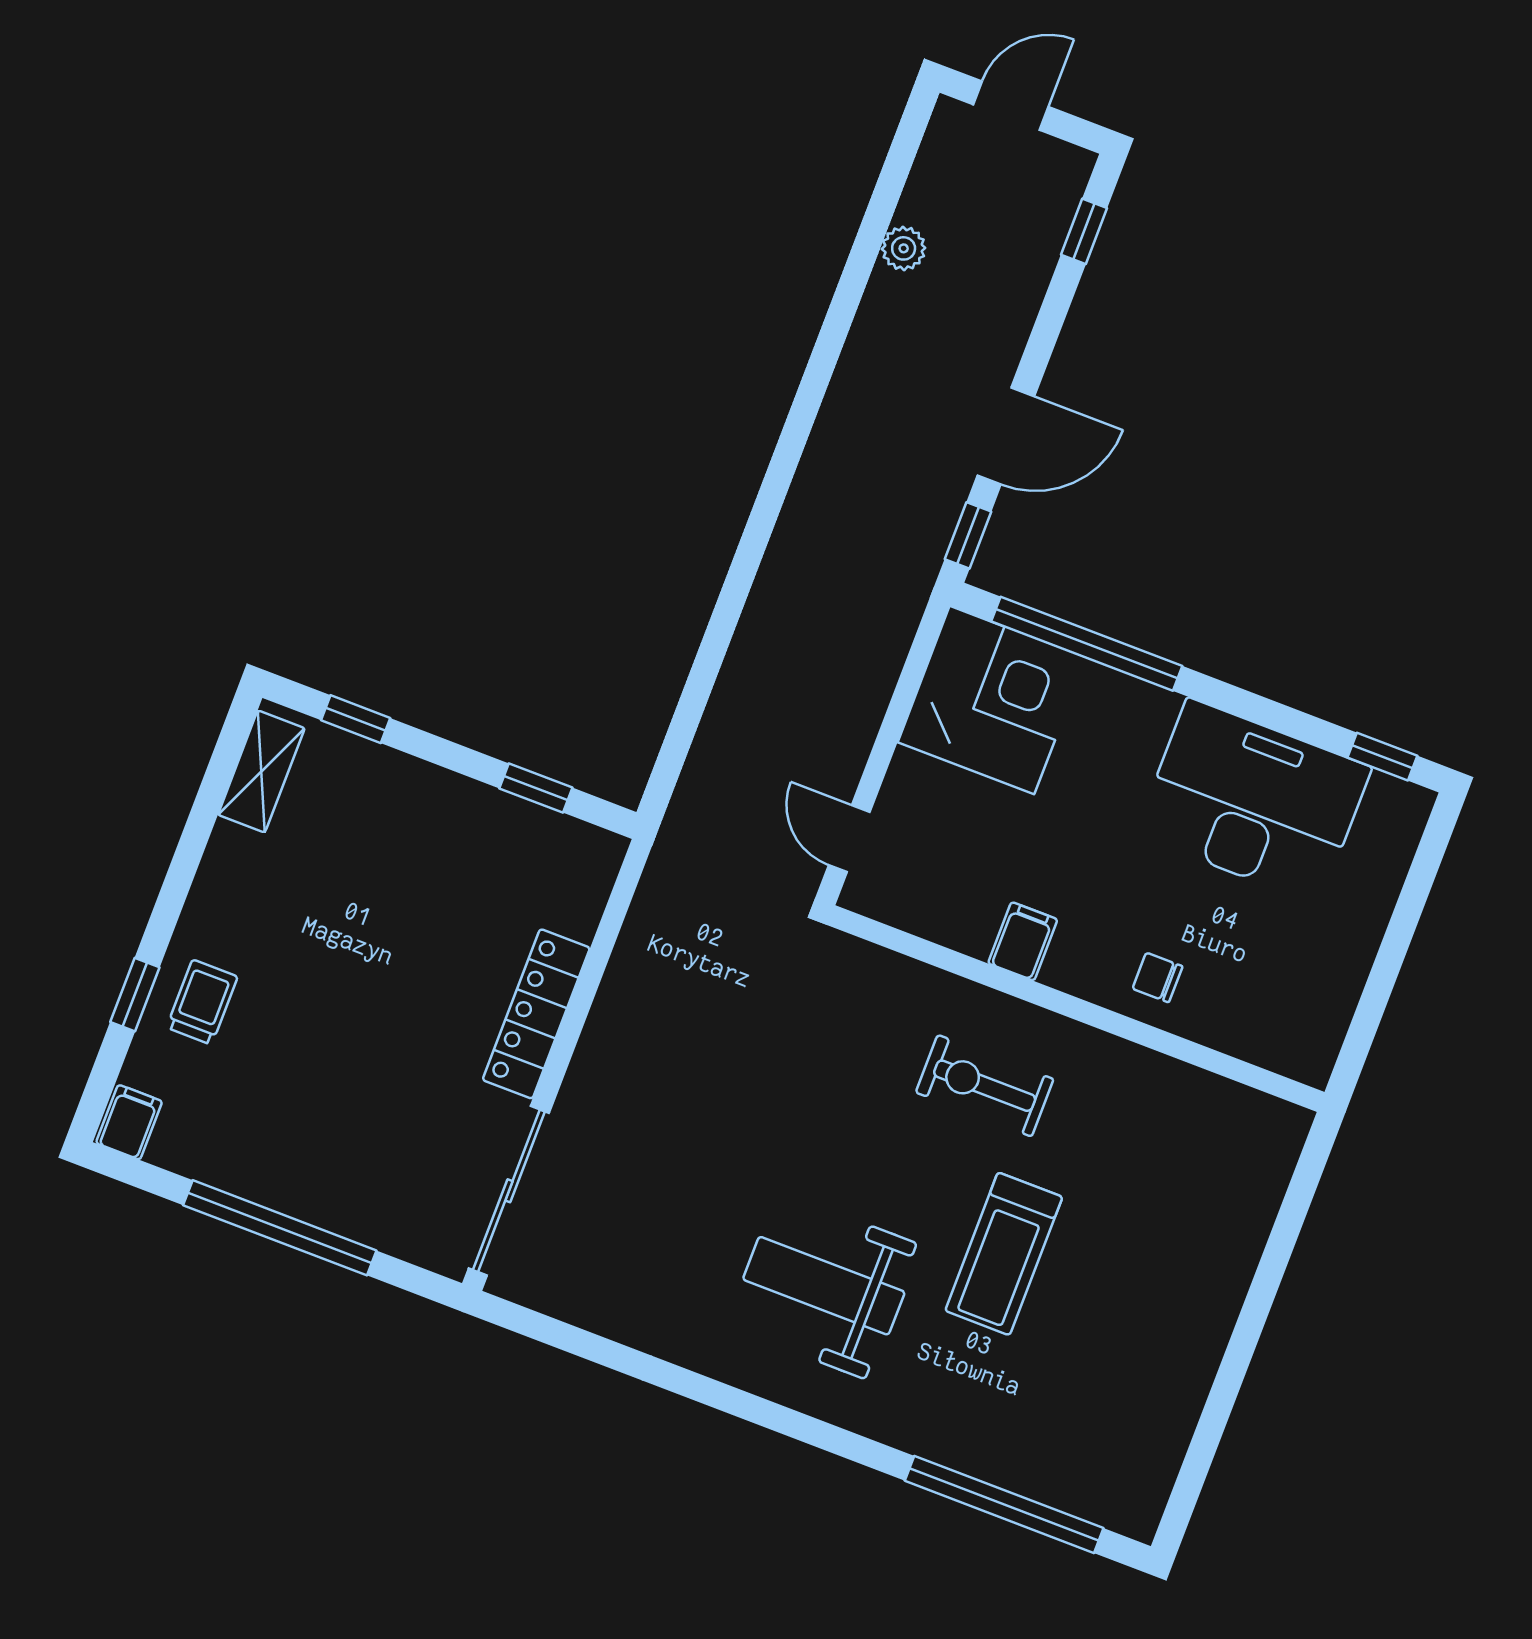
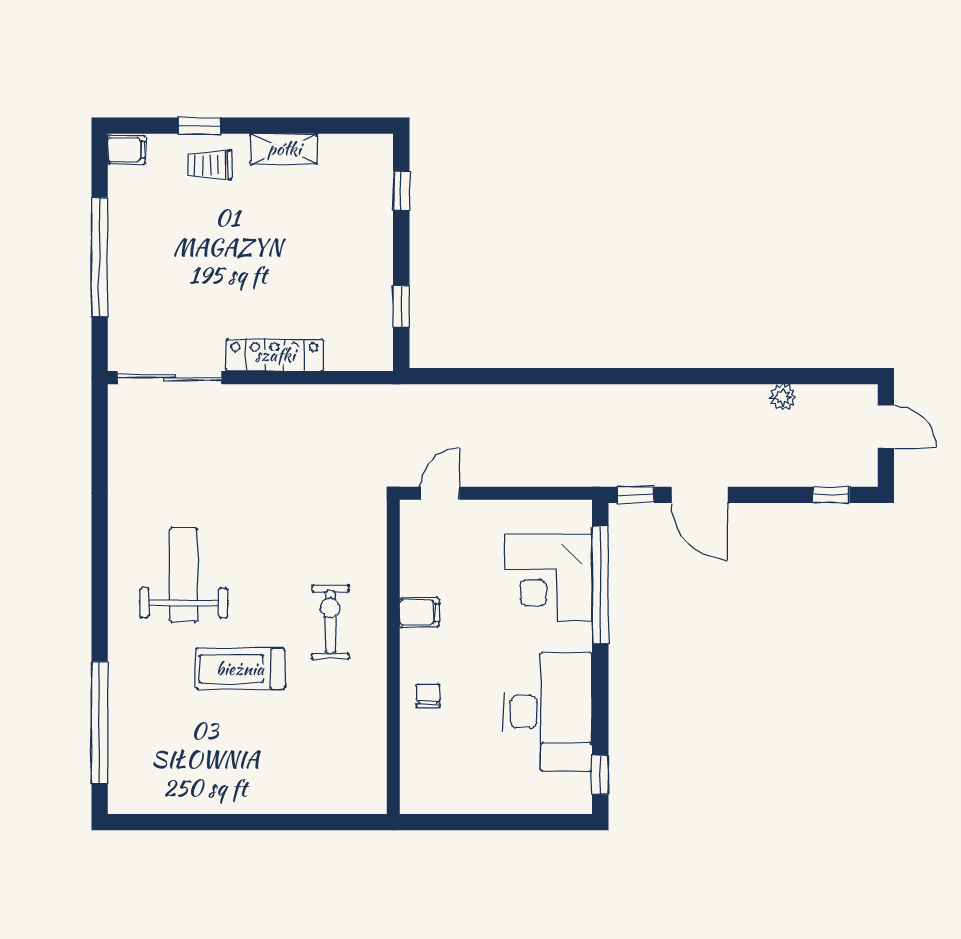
corner desk: (992, 700) -> (548, 578), moved, turned 90
shelving: (261, 771) -> (284, 149), moved
trolley: (202, 1002) -> (210, 165), turned 180

